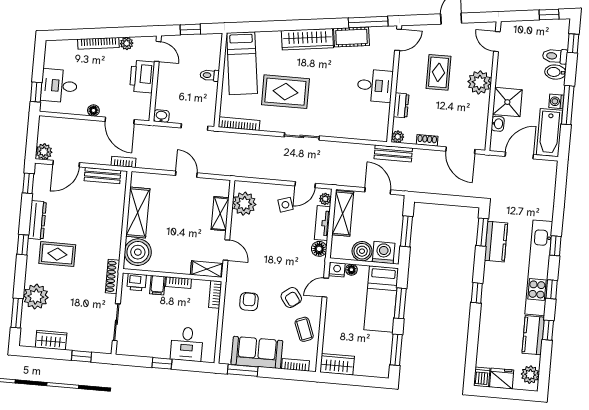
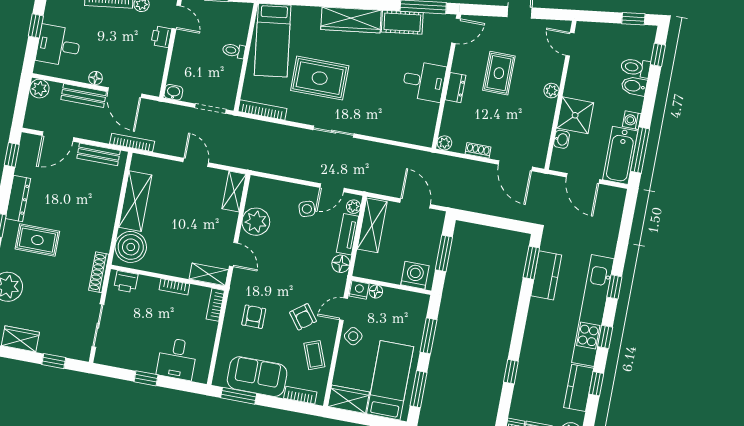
printer: (142, 77) -> (161, 37), width x0.53, depth x0.68
plant: (479, 82) -> (551, 91), width x0.53, depth x0.53
window: (36, 92) -> (36, 26), moved
dresser: (401, 105) -> (456, 88), moved
window: (568, 105) -> (640, 150), moved
plant: (44, 152) -> (39, 89), moved
bench: (393, 153) -> (84, 96), moved
door: (519, 155) -> (583, 178), swing flipped
bookcase: (124, 162) -> (132, 142), width x1.56
plant: (244, 204) -> (256, 222), moved
shelving: (220, 214) -> (234, 191), moved
boiler: (362, 251) -> (390, 271), removed
filing cabinet: (157, 285) -> (150, 287), removed
window: (477, 293) -> (511, 372), moved
bed: (381, 299) -> (390, 380), moved, turned 180
side table: (336, 310) -> (353, 336), added

